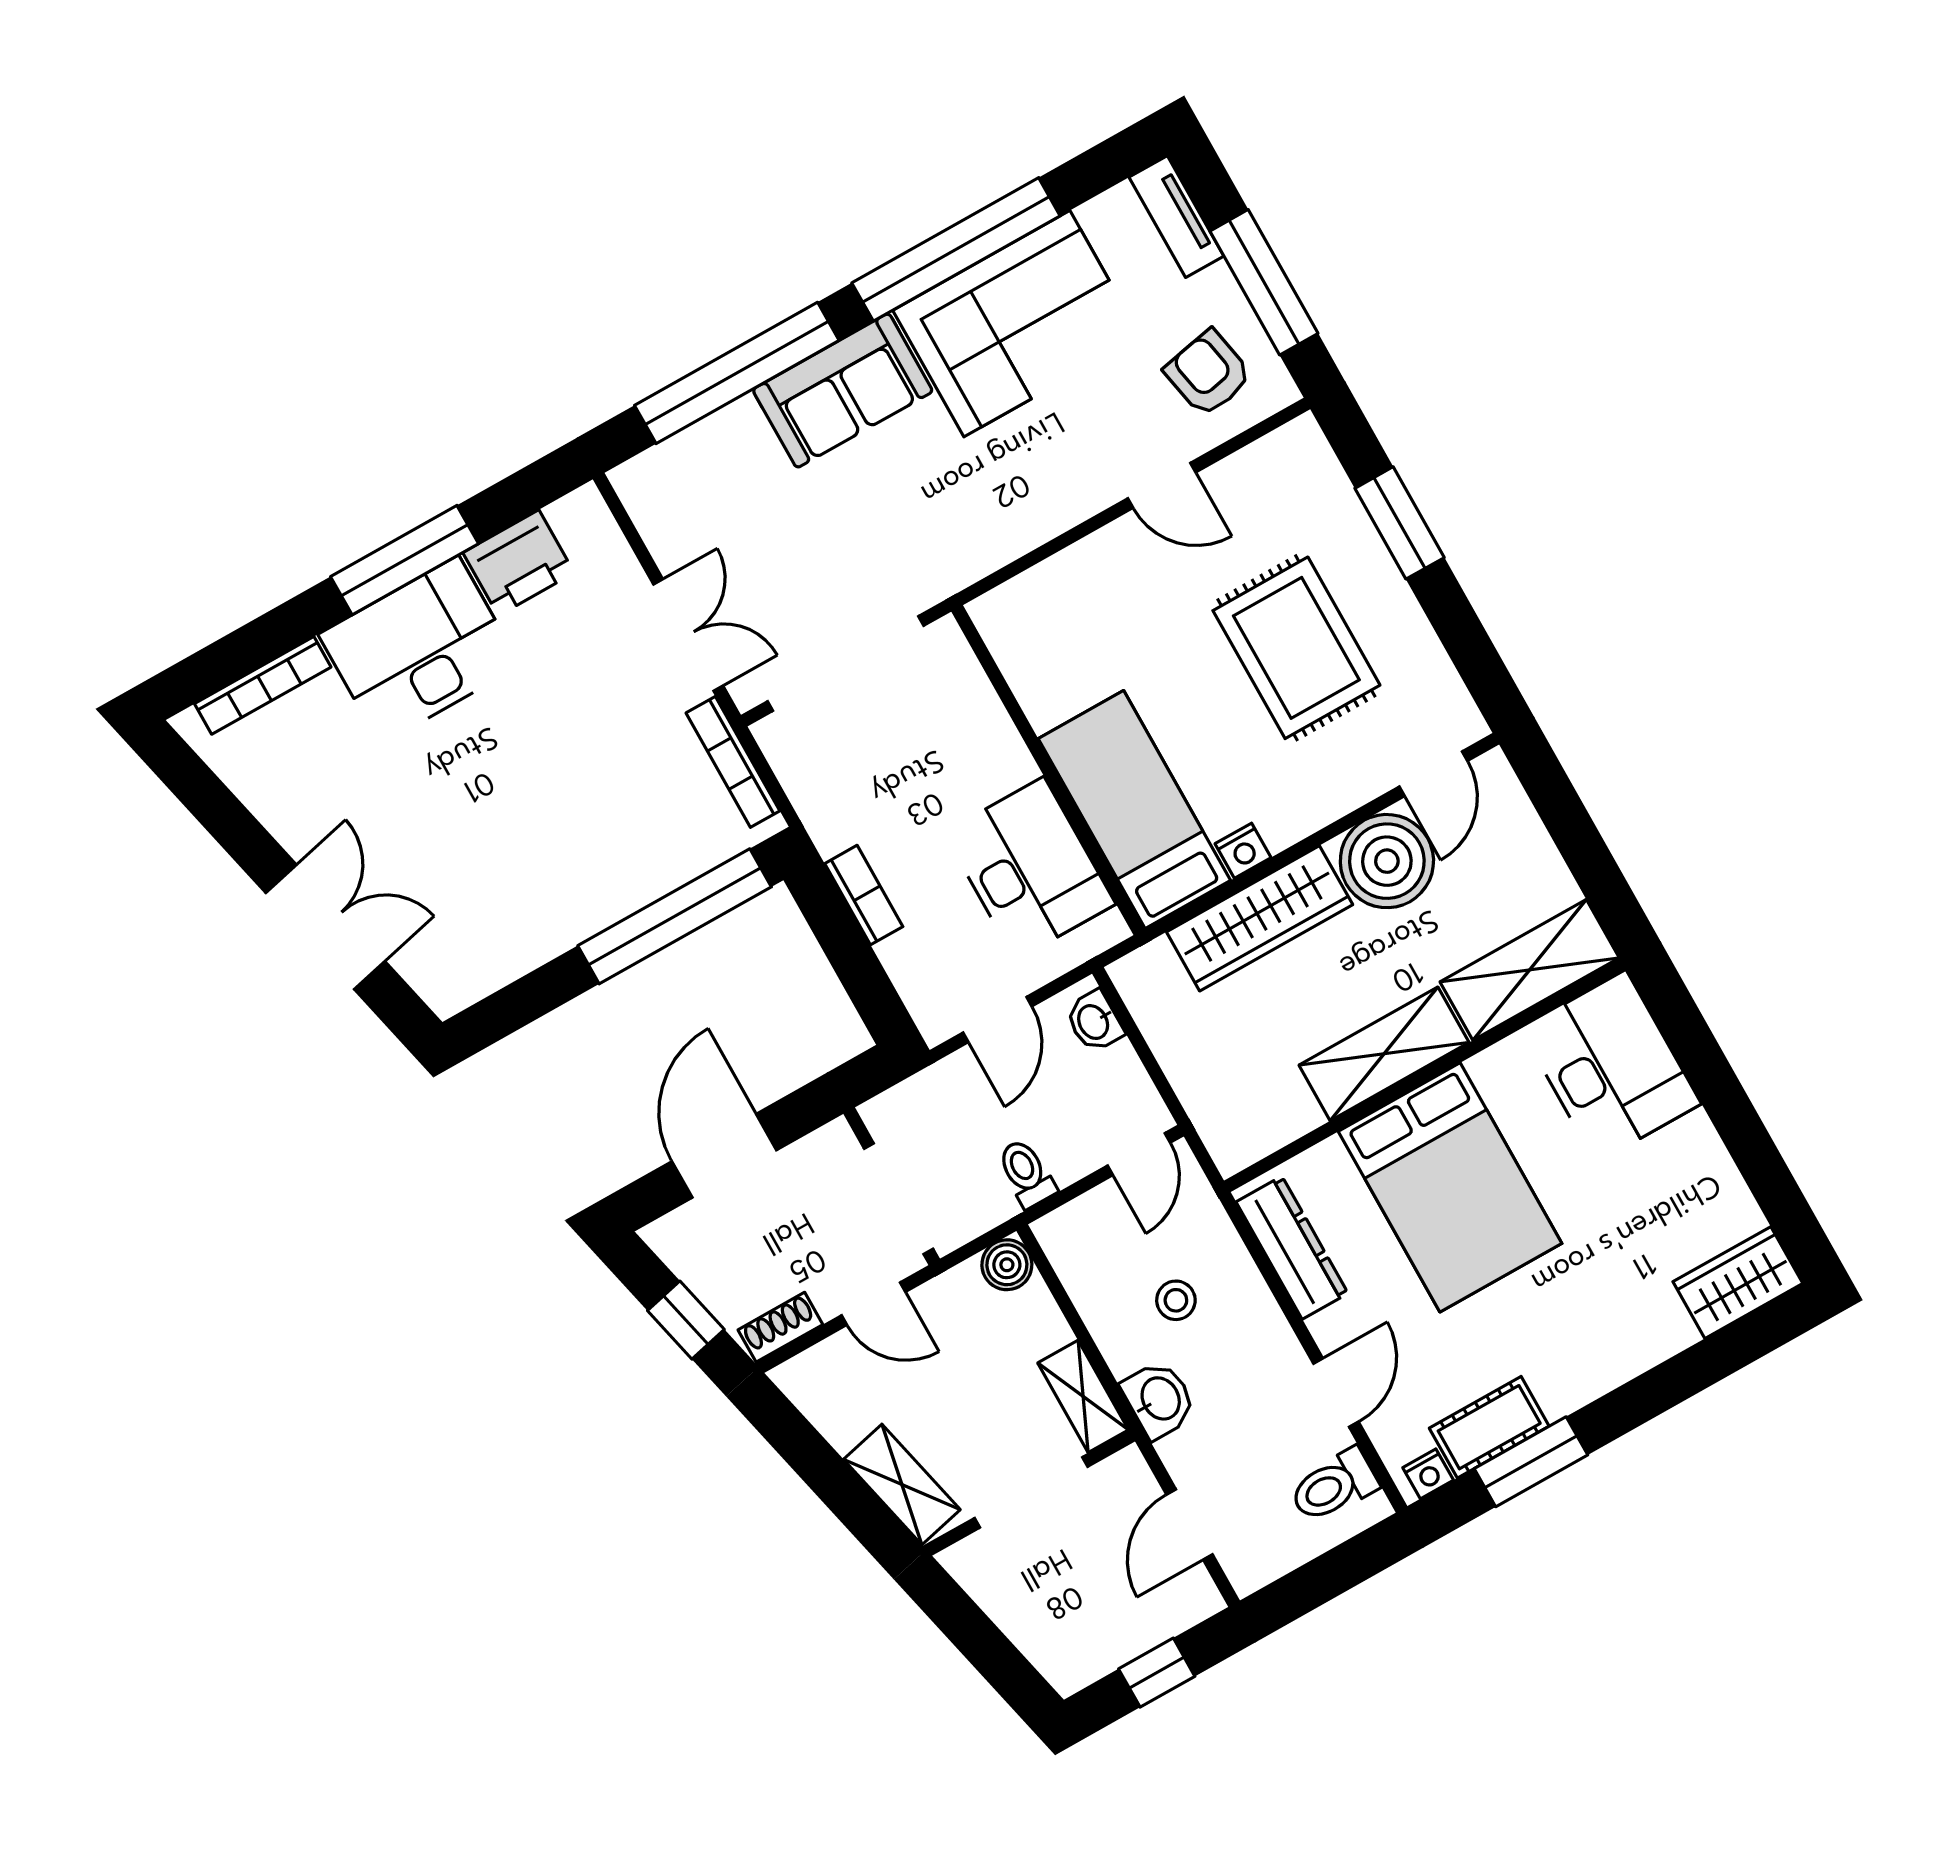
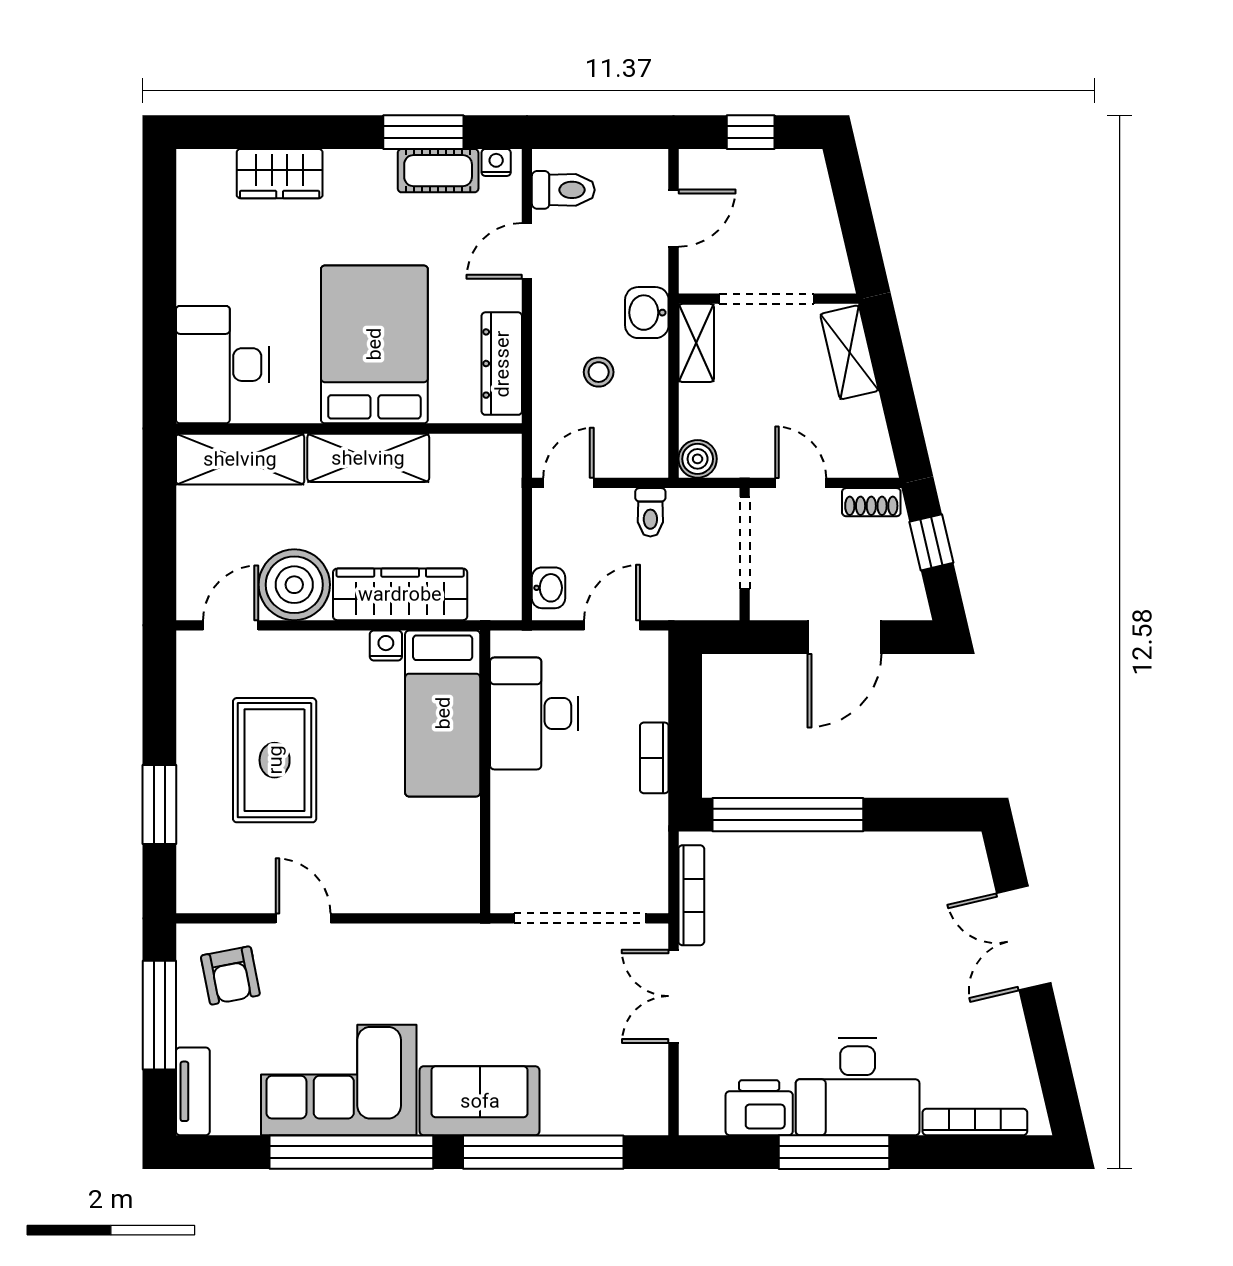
wardrobe: (1738, 1283) -> (280, 174), moved

